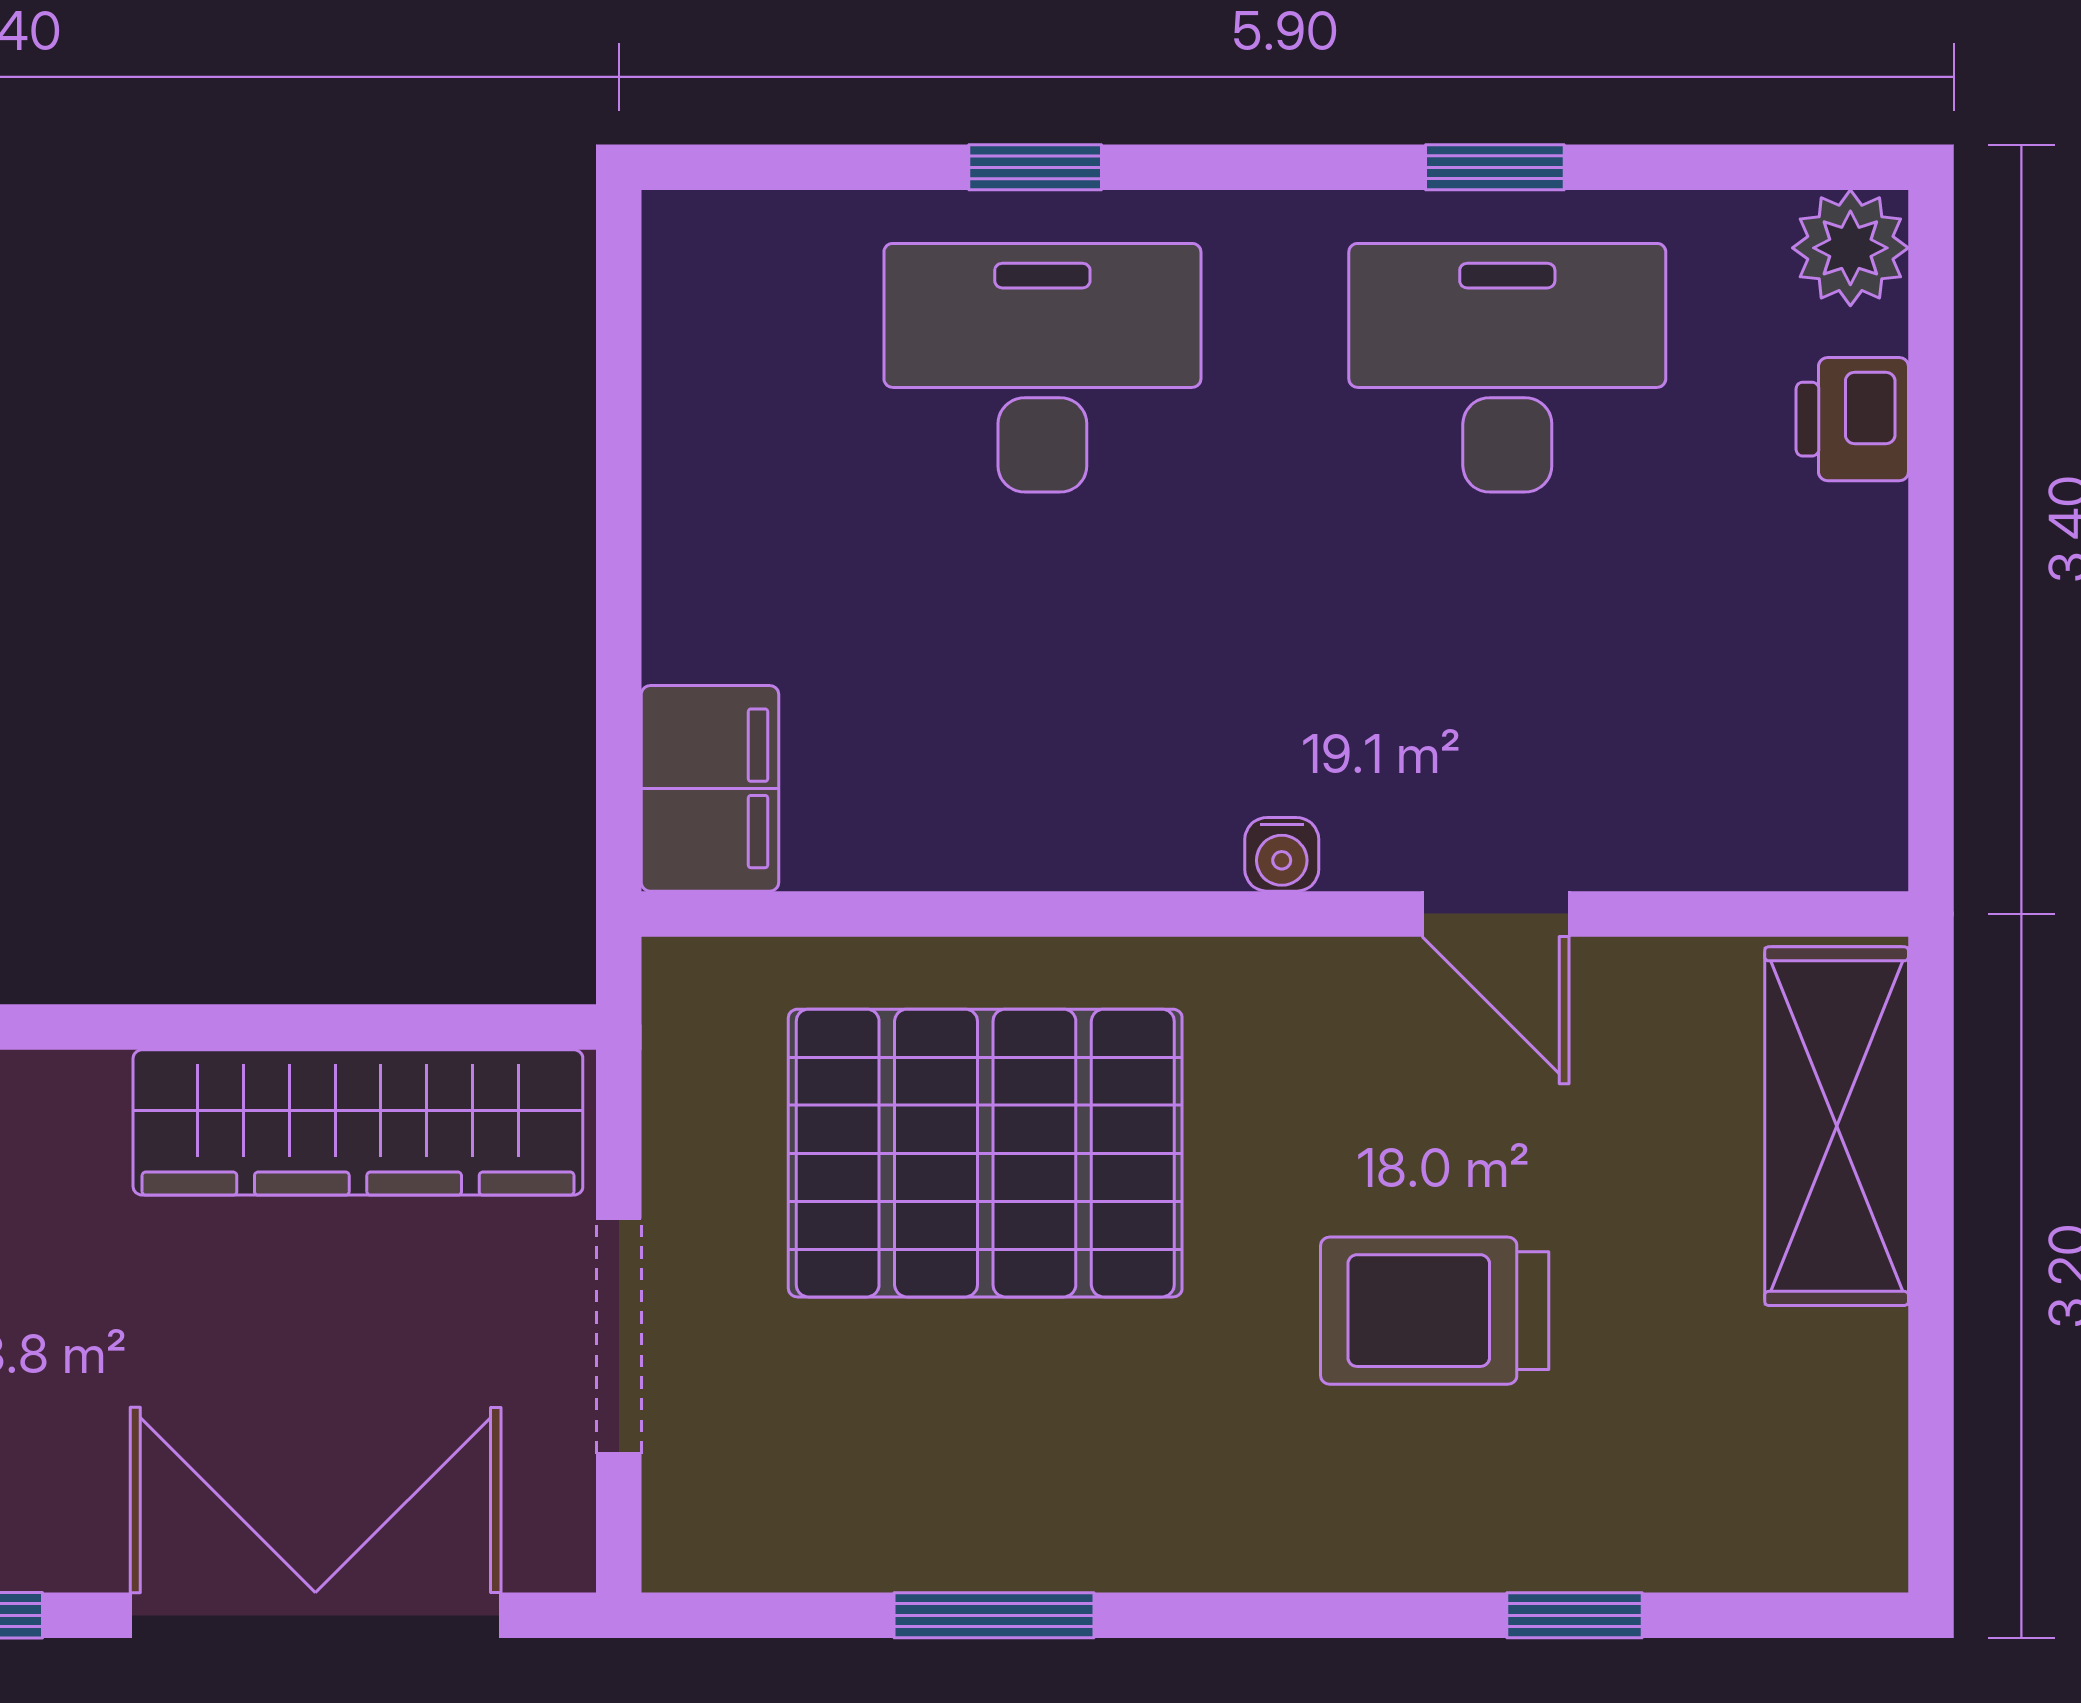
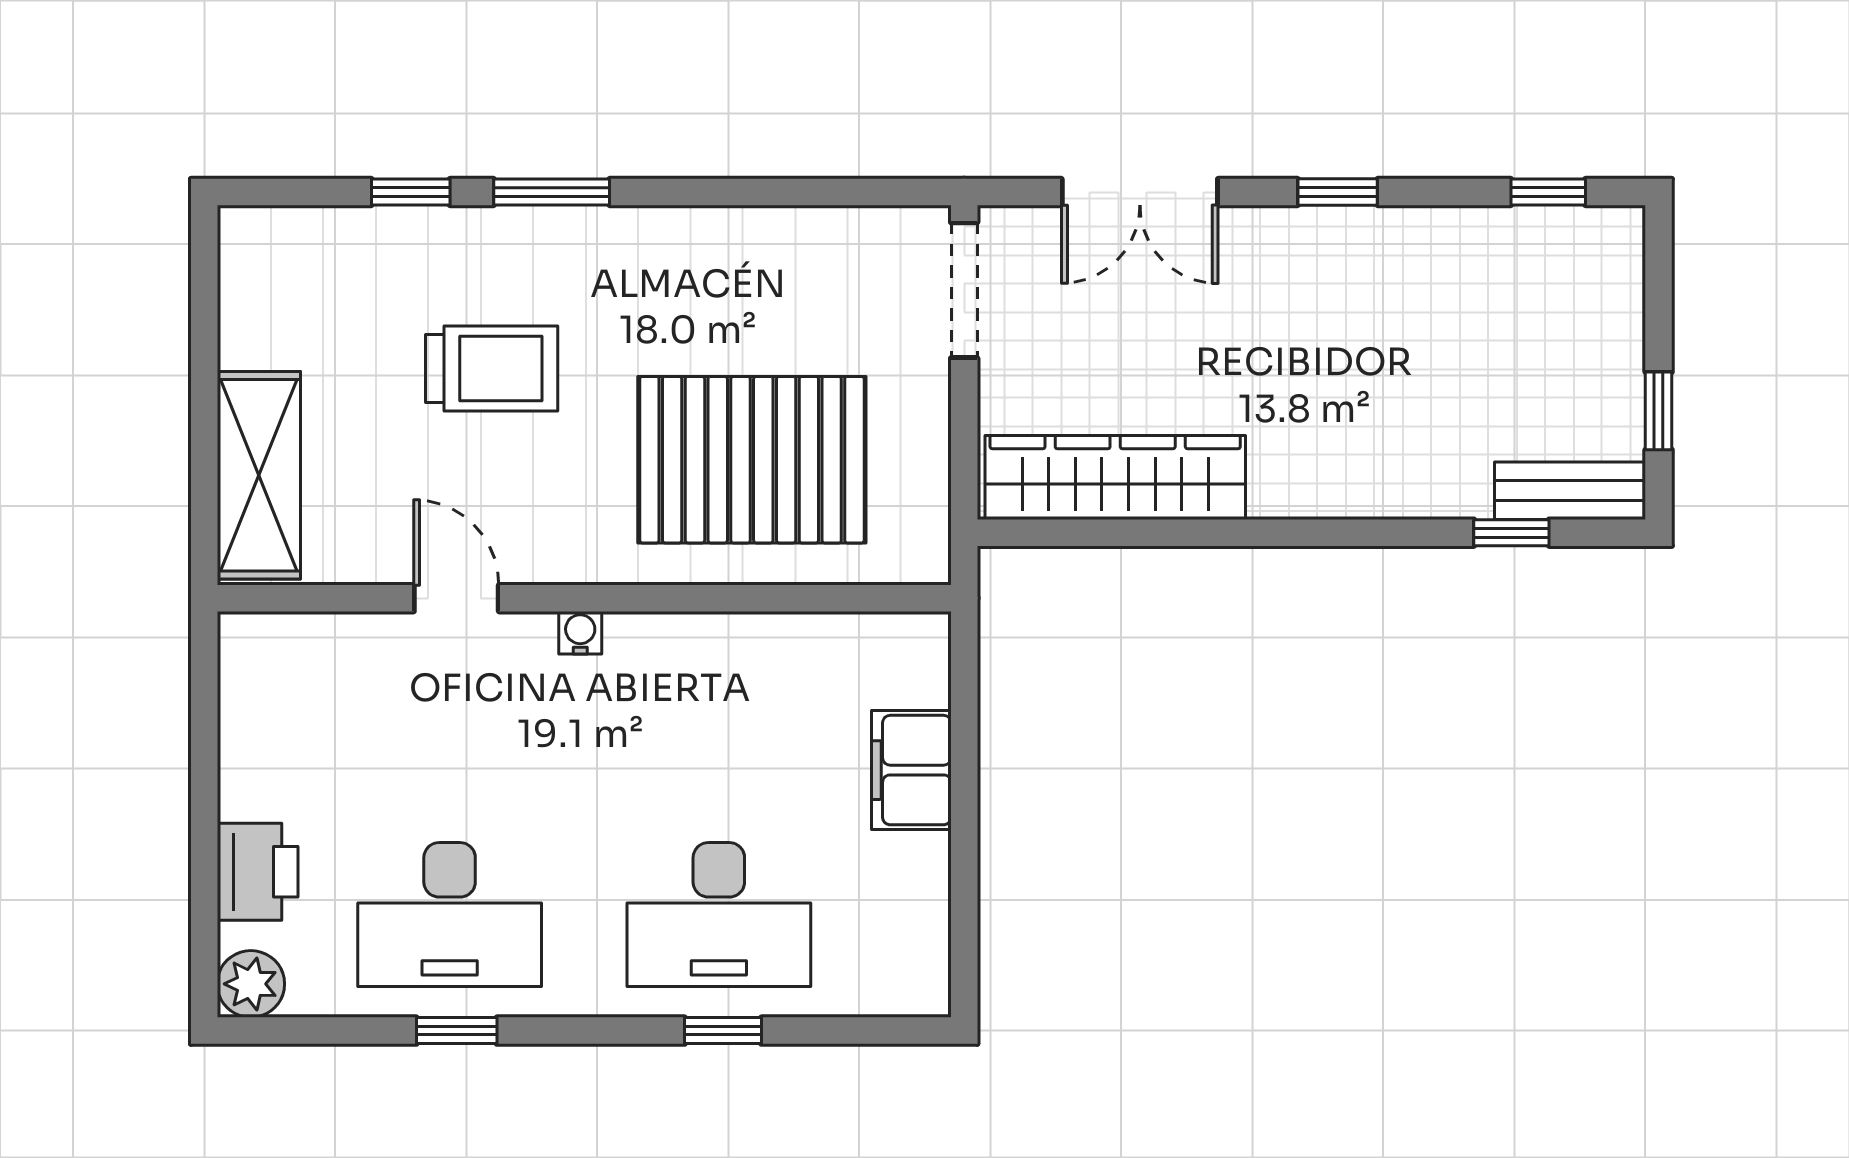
printer: (1852, 419) -> (258, 872), width x1.36, depth x1.24
filing cabinet: (710, 788) -> (911, 770), moved
doorway: (619, 1336) -> (964, 290), moved
double door: (315, 1615) -> (1140, 192), width x0.73
window: (994, 1615) -> (552, 192), moved

